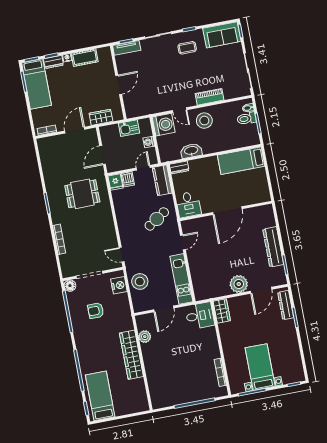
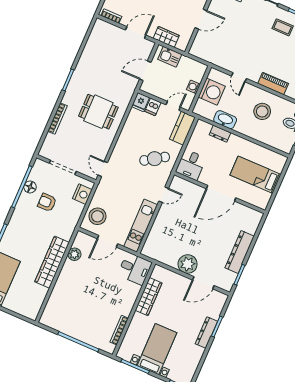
stool: (204, 121) -> (262, 111), moved
washing machine: (164, 125) -> (212, 92), moved
kitchen sink: (129, 128) -> (170, 57), moved
bed: (241, 161) -> (255, 175), moved
dresser: (179, 167) -> (220, 134), moved
dining table: (82, 194) -> (98, 112), moved
stool: (140, 282) -> (97, 216), moved
floor lamp: (70, 286) -> (30, 187), moved
dresser: (286, 305) -> (206, 332), moved
wardrobe: (222, 311) -> (149, 297), moved, width x1.50

